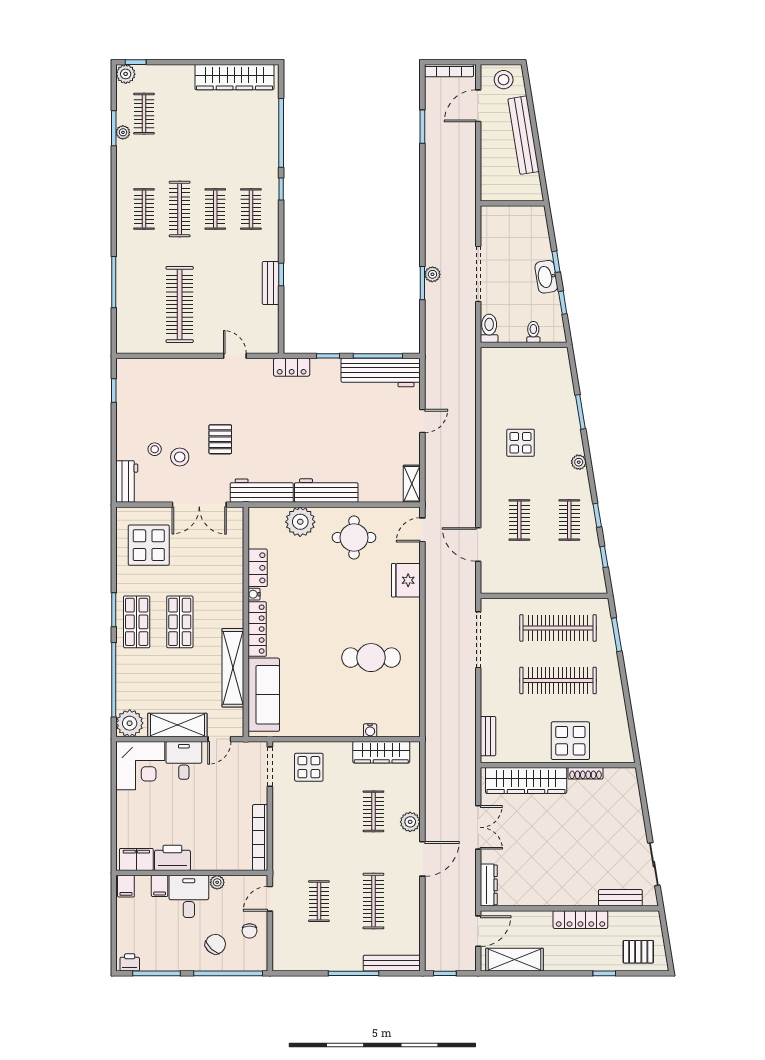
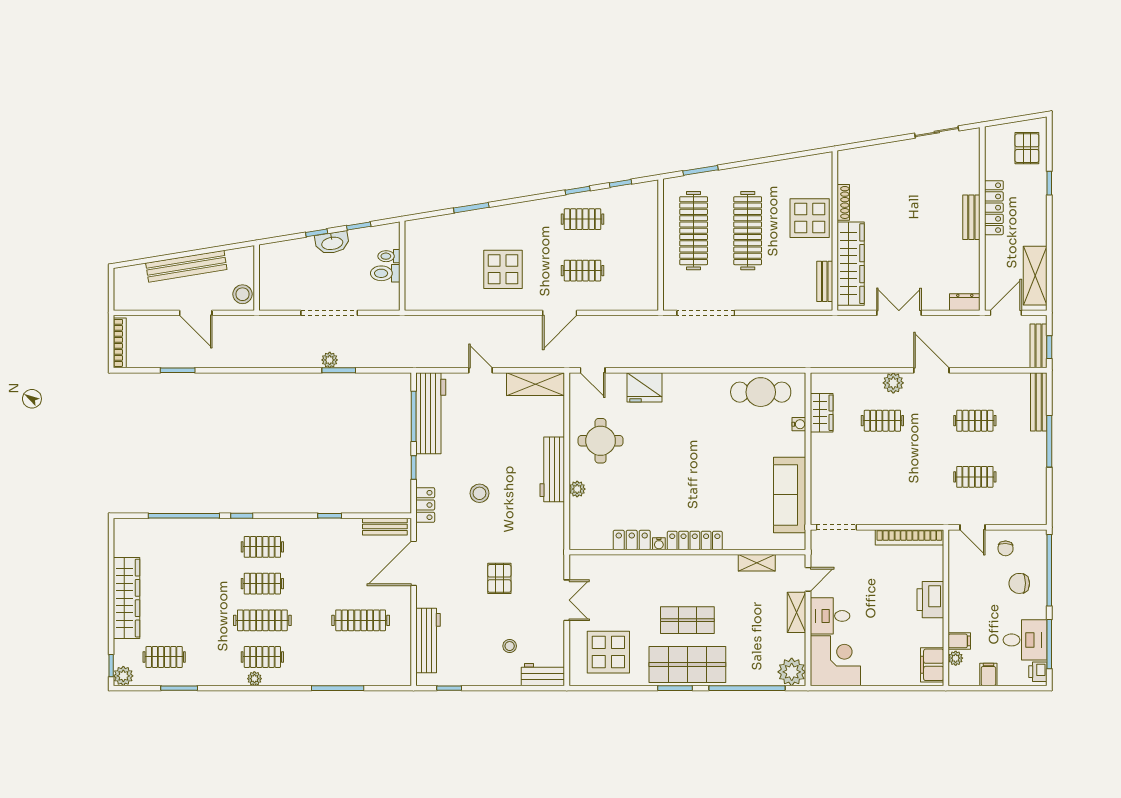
wardrobe: (234, 77) -> (127, 598), moved
stool: (504, 80) -> (243, 294), moved
door: (478, 106) -> (196, 313), moved
plant: (123, 132) -> (254, 679), moved
bench: (271, 283) -> (385, 527), moved
clothes rail: (180, 304) -> (361, 620), width x0.73, depth x0.76
toilet: (489, 328) -> (385, 273), moved
door: (235, 356) -> (414, 563), width x1.87
pallet: (220, 439) -> (499, 578), turned 90
display table: (521, 443) -> (503, 269), width x1.36, depth x1.36
stool: (180, 457) -> (479, 493), moved
plant: (579, 462) -> (523, 209), removed
shelving: (412, 484) -> (536, 384), width x1.50, depth x1.33
workbench: (262, 491) -> (428, 641), moved, turned 180
double door: (199, 505) -> (567, 600), width x0.73
plant: (300, 522) -> (577, 489), width x0.53, depth x0.53
door: (478, 544) -> (560, 313), moved
shop shelf: (137, 622) -> (687, 665), width x1.43, depth x1.36
cafe table: (371, 658) -> (761, 392), moved, turned 90
shelving: (233, 668) -> (757, 563), width x0.45, depth x0.75
sofa: (264, 695) -> (790, 495), moved, turned -90
shelving: (177, 725) -> (797, 612), width x0.67, depth x0.75
bench: (488, 736) -> (825, 281), moved, turned 90
door: (219, 739) -> (808, 579), hinge flipped
wardrobe: (381, 752) -> (822, 413), width x0.67
display table: (309, 767) -> (837, 487), removed
printer: (172, 858) -> (930, 600), moved
plant: (217, 882) -> (956, 658), moved
dresser: (489, 885) -> (965, 302), width x0.70
filing cabinet: (126, 886) -> (988, 674), moved, turned -90
desk: (189, 896) -> (1025, 640), moved, turned 180
bench: (620, 898) -> (971, 217), moved
clothes rail: (373, 901) -> (975, 421), width x0.73
chair: (250, 931) -> (1006, 548), turned 93
door: (478, 931) -> (1006, 313), hinge flipped
chair: (215, 944) -> (1019, 583), turned -43
bench: (446, 963) -> (1039, 346), added

